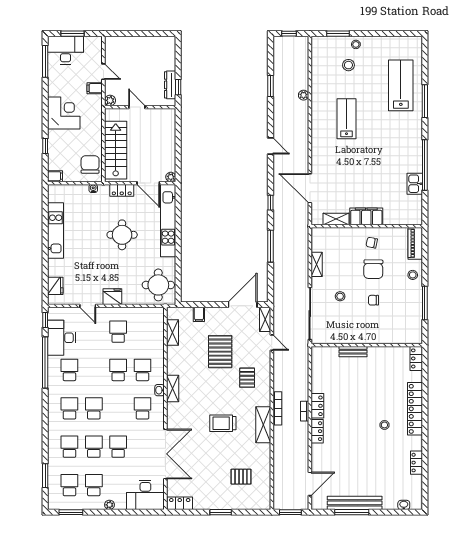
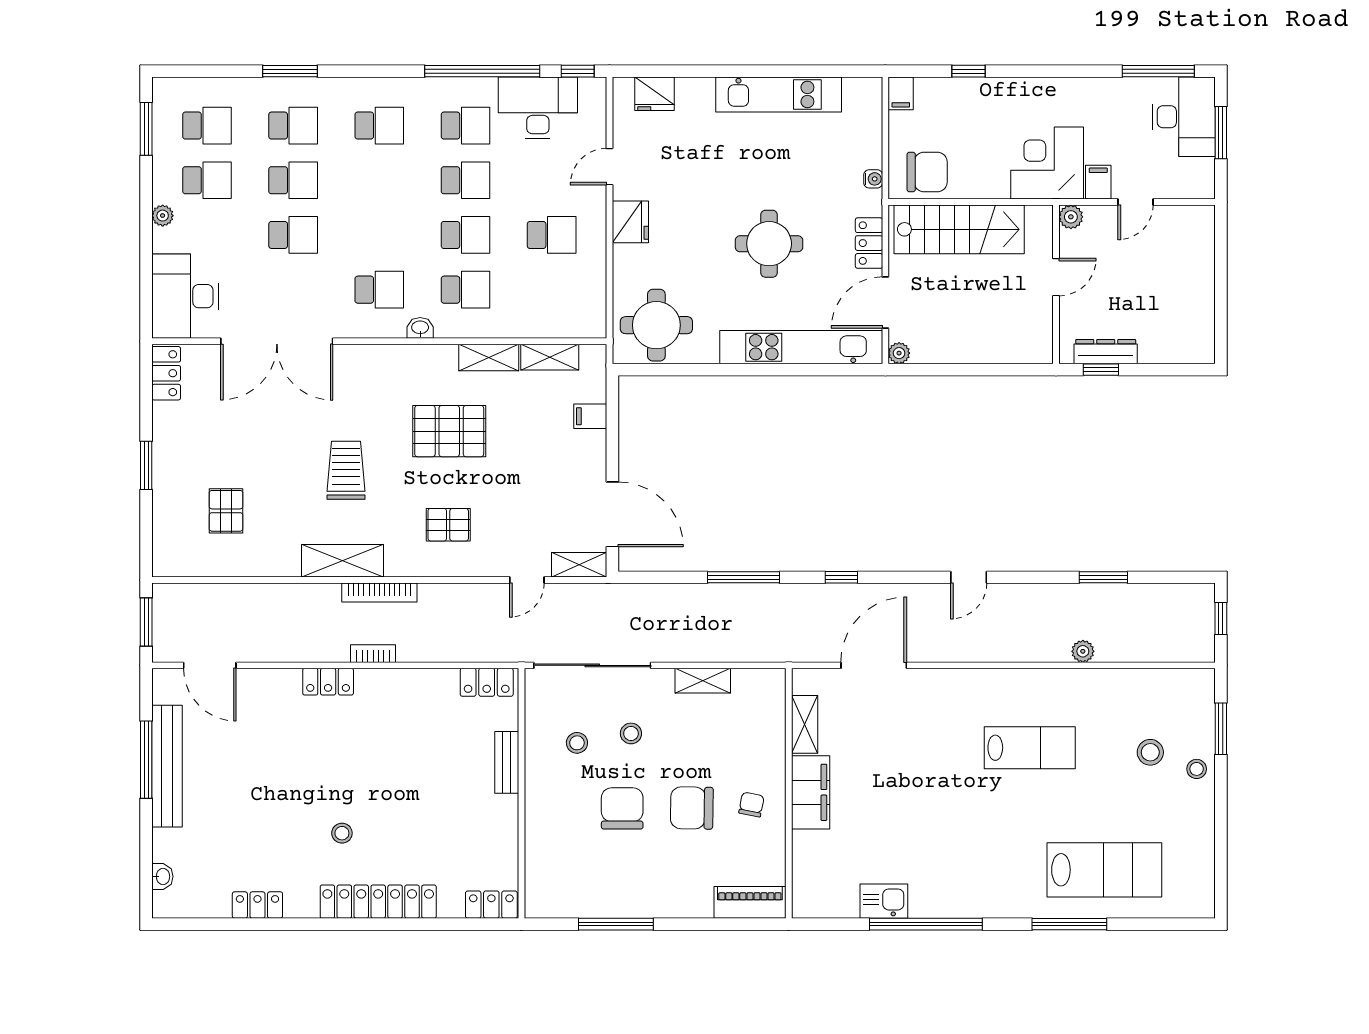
corner desk: (64, 113) -> (1047, 163), moved, turned 180
stool: (413, 275) -> (577, 743), moved
chair: (373, 300) -> (622, 808), width x1.87, depth x1.87
pallet: (220, 352) -> (449, 431), moved
shelving: (173, 388) -> (489, 358), moved
locker: (317, 406) -> (487, 682), moved
school desk: (94, 408) -> (465, 180), moved
window: (45, 476) -> (290, 71), moved

